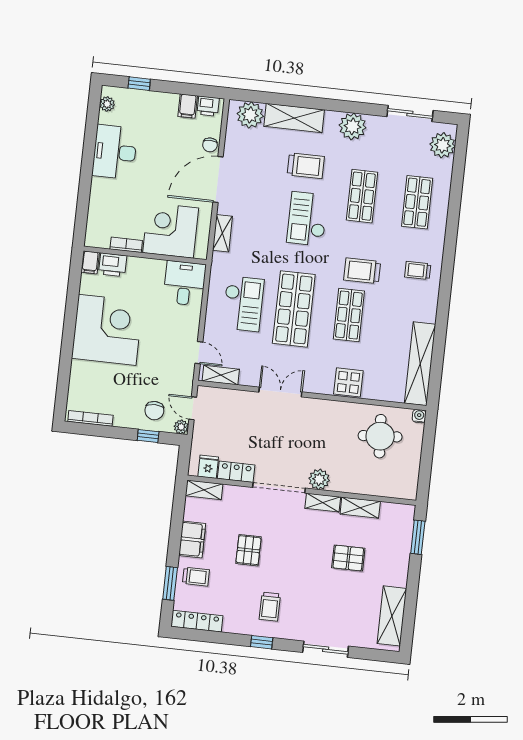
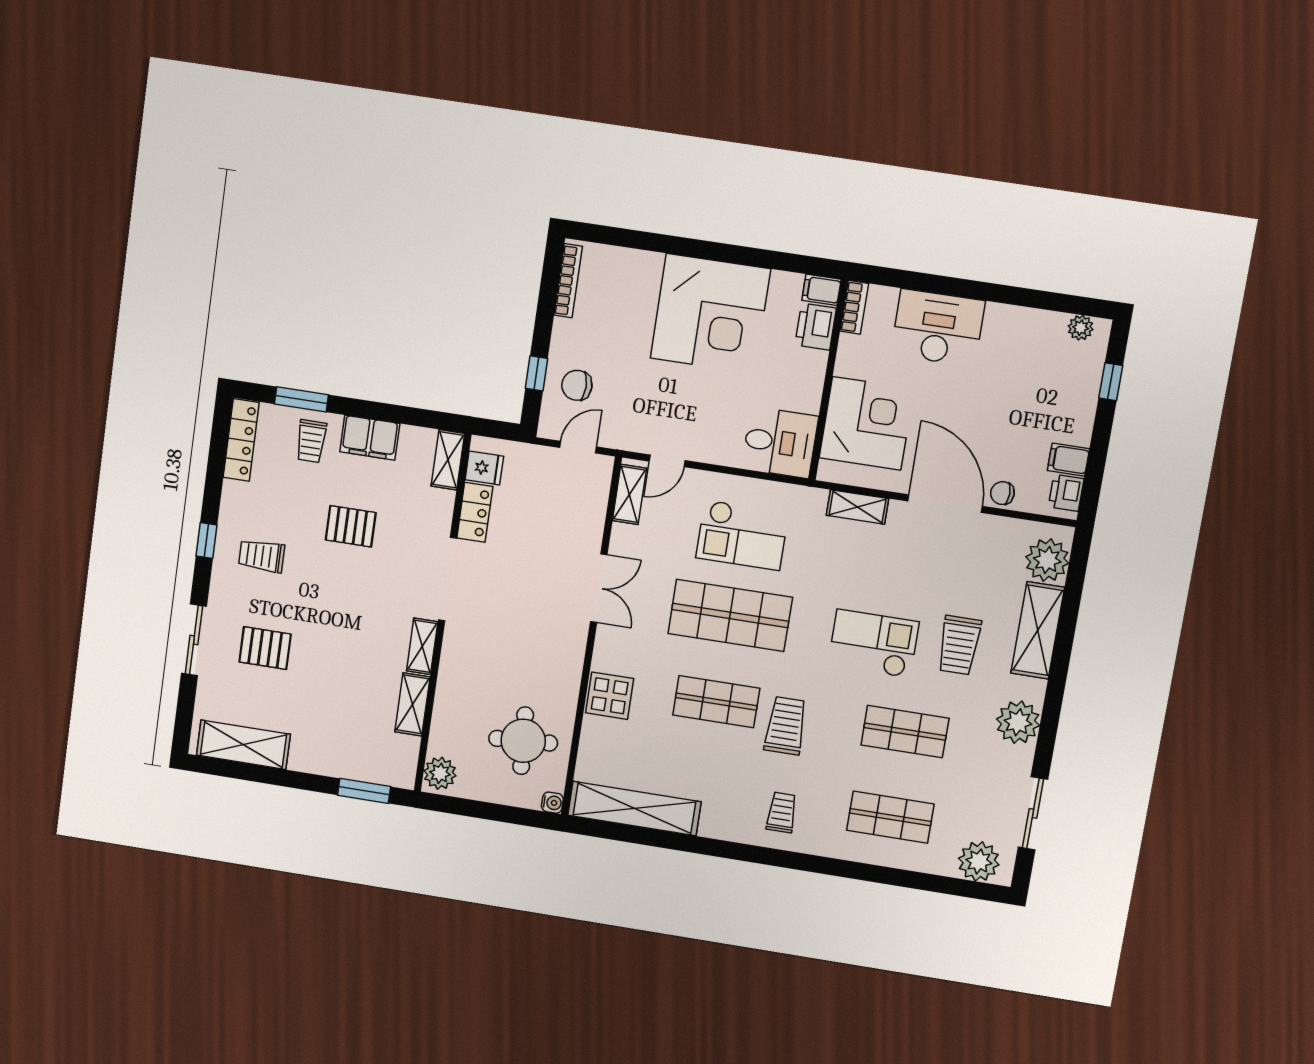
desk: (115, 152) -> (938, 328), moved
bookcase: (126, 245) -> (854, 307), moved
plant: (181, 427) -> (549, 427), removed
plant: (319, 479) -> (440, 773), moved
pallet: (348, 558) -> (265, 648), moved, turned 90

